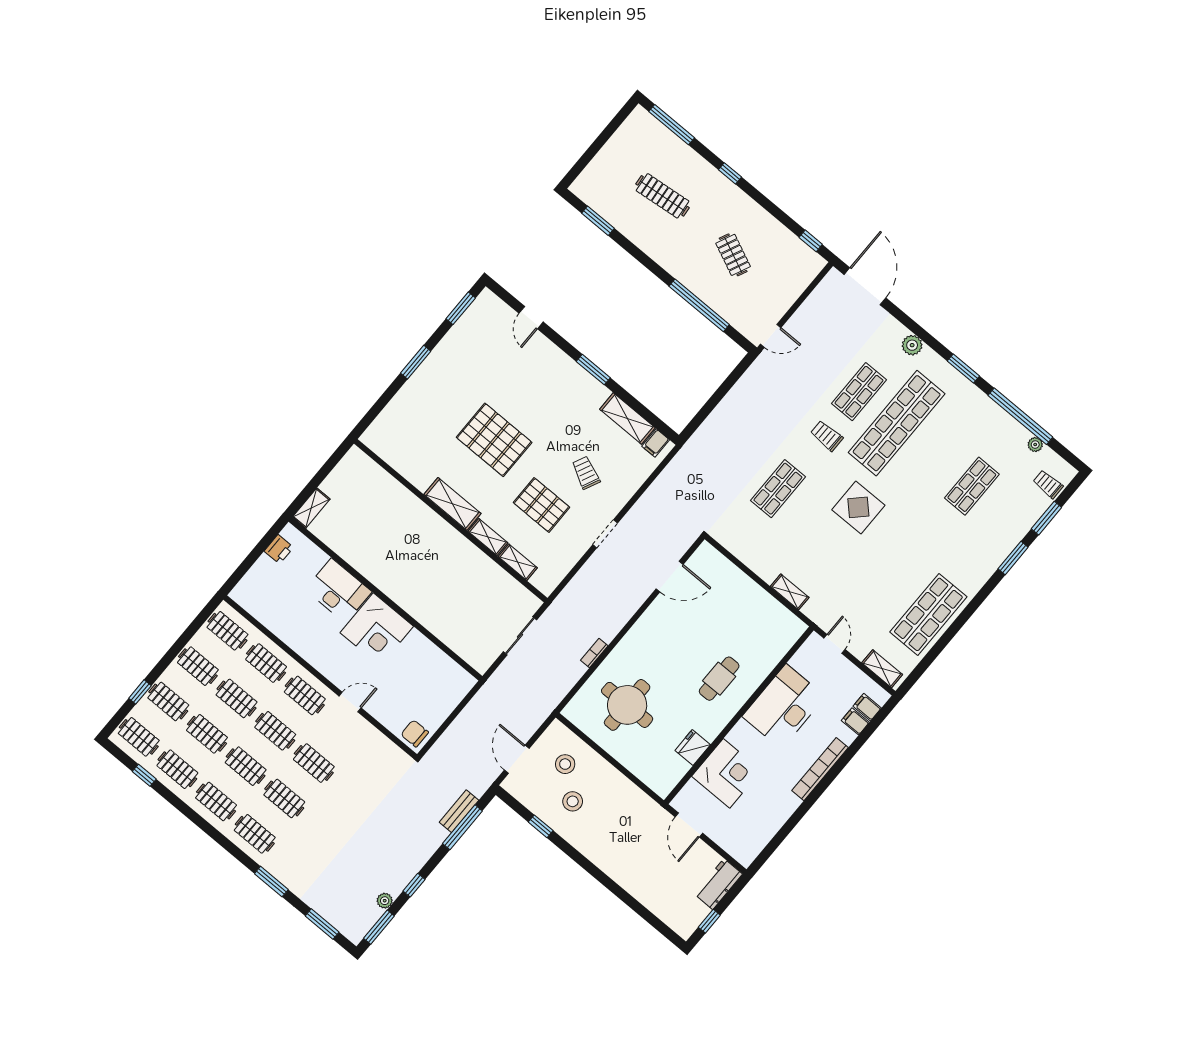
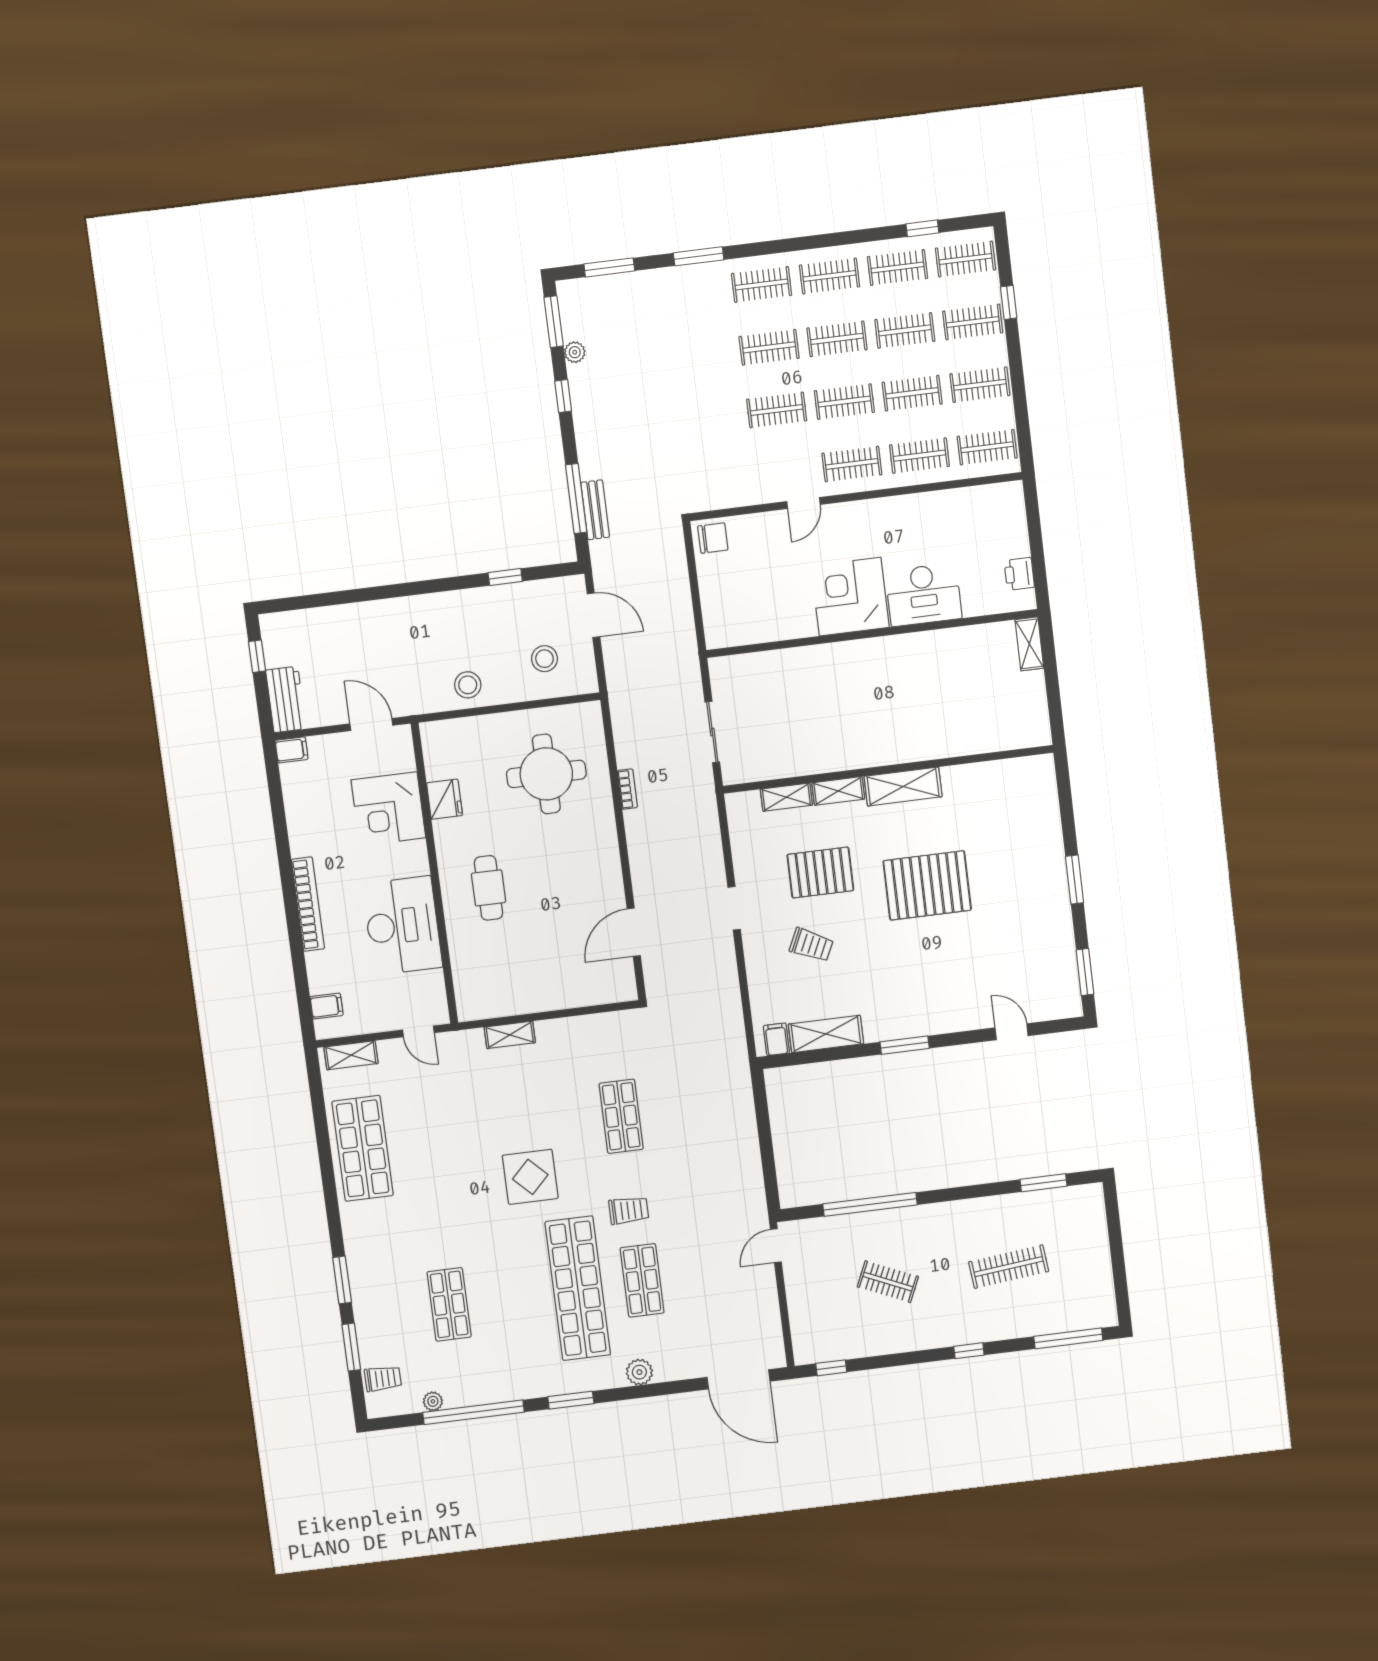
filing cabinet: (855, 721) -> (292, 750), moved
stool: (573, 801) -> (468, 685), moved

